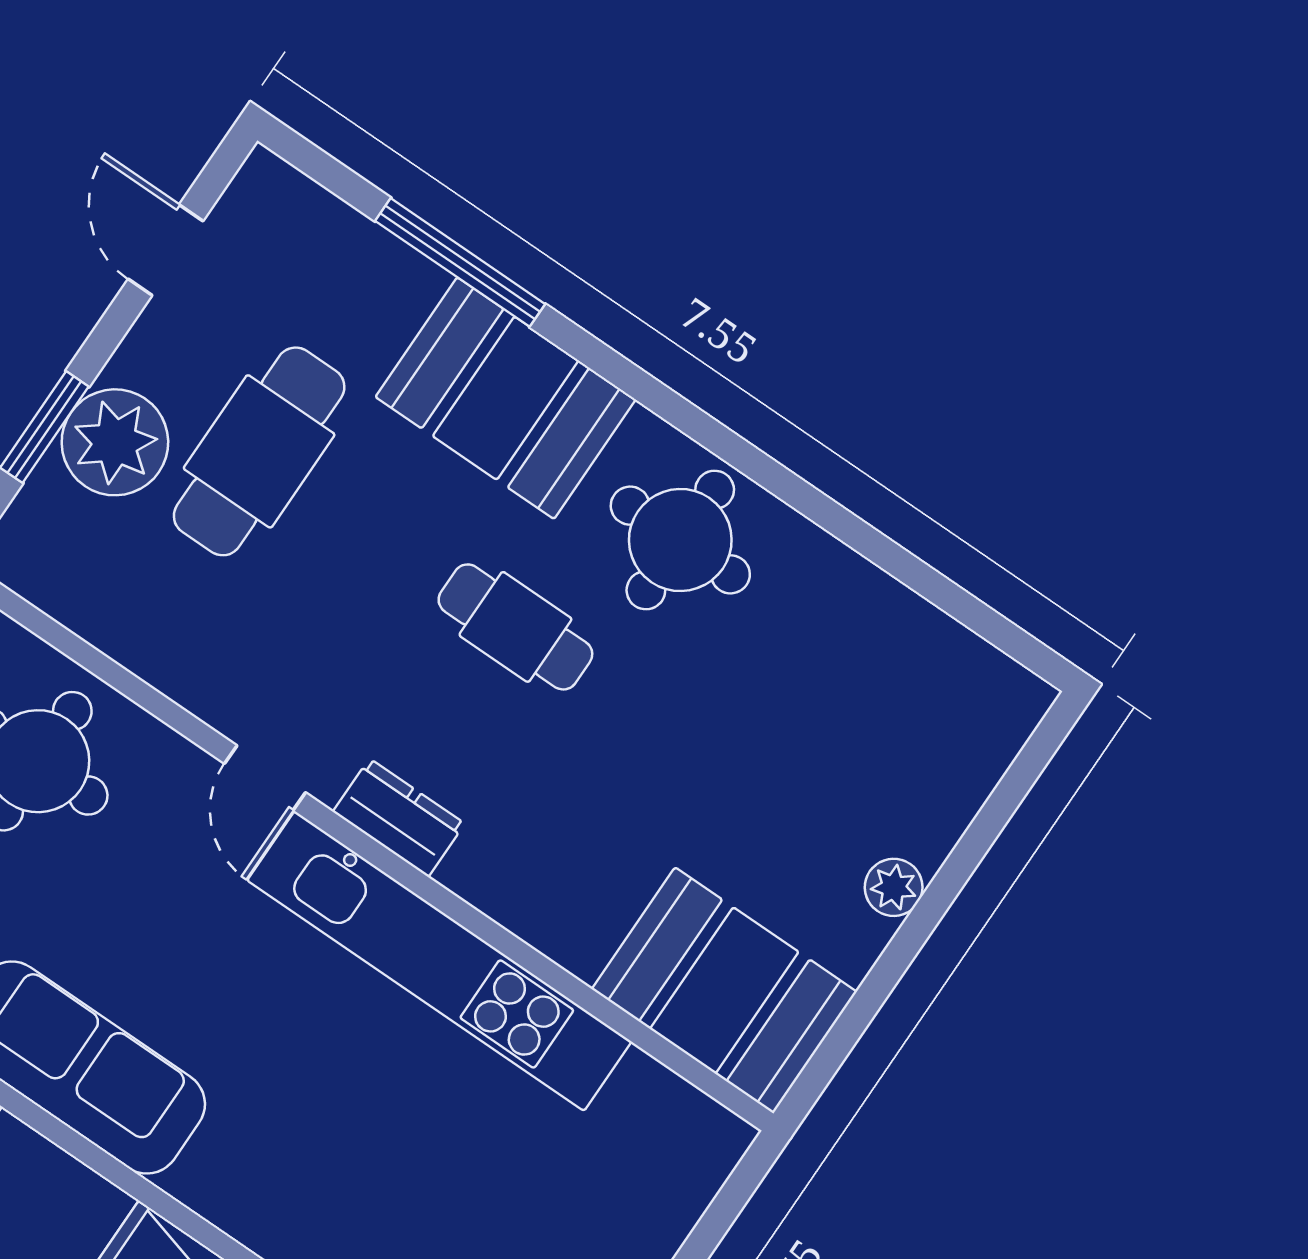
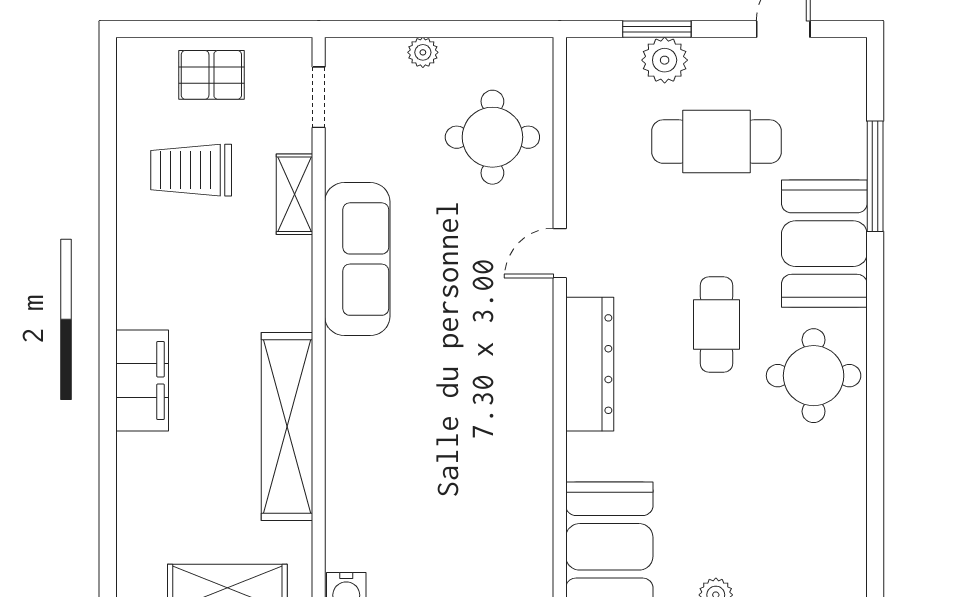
plant: (115, 442) -> (665, 60), width x0.73, depth x0.73
dresser: (399, 818) -> (590, 364), width x1.96, depth x1.24
kitchen unit: (439, 961) -> (529, 399), removed

